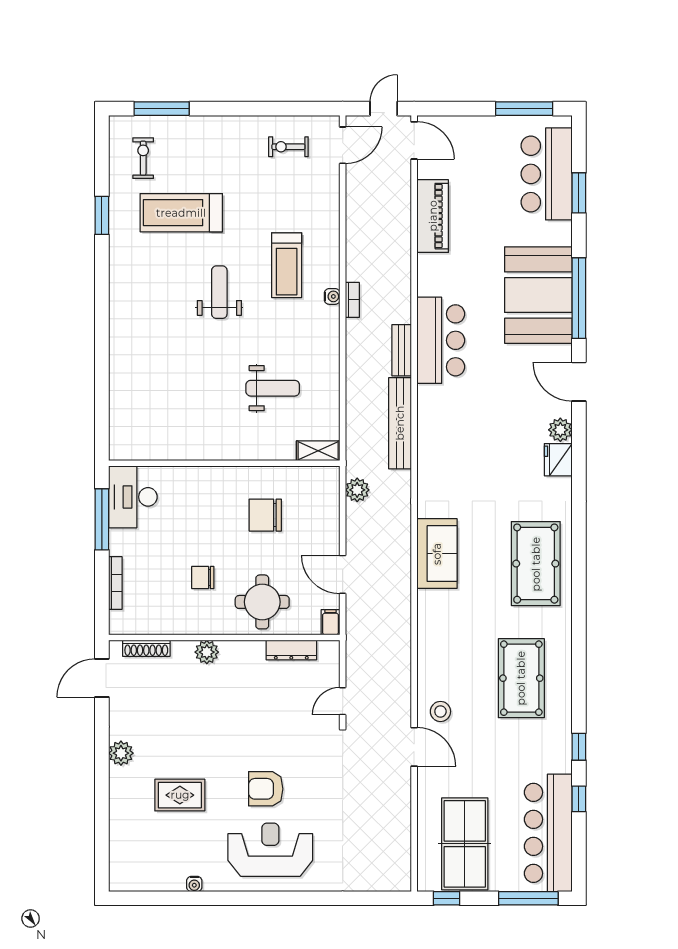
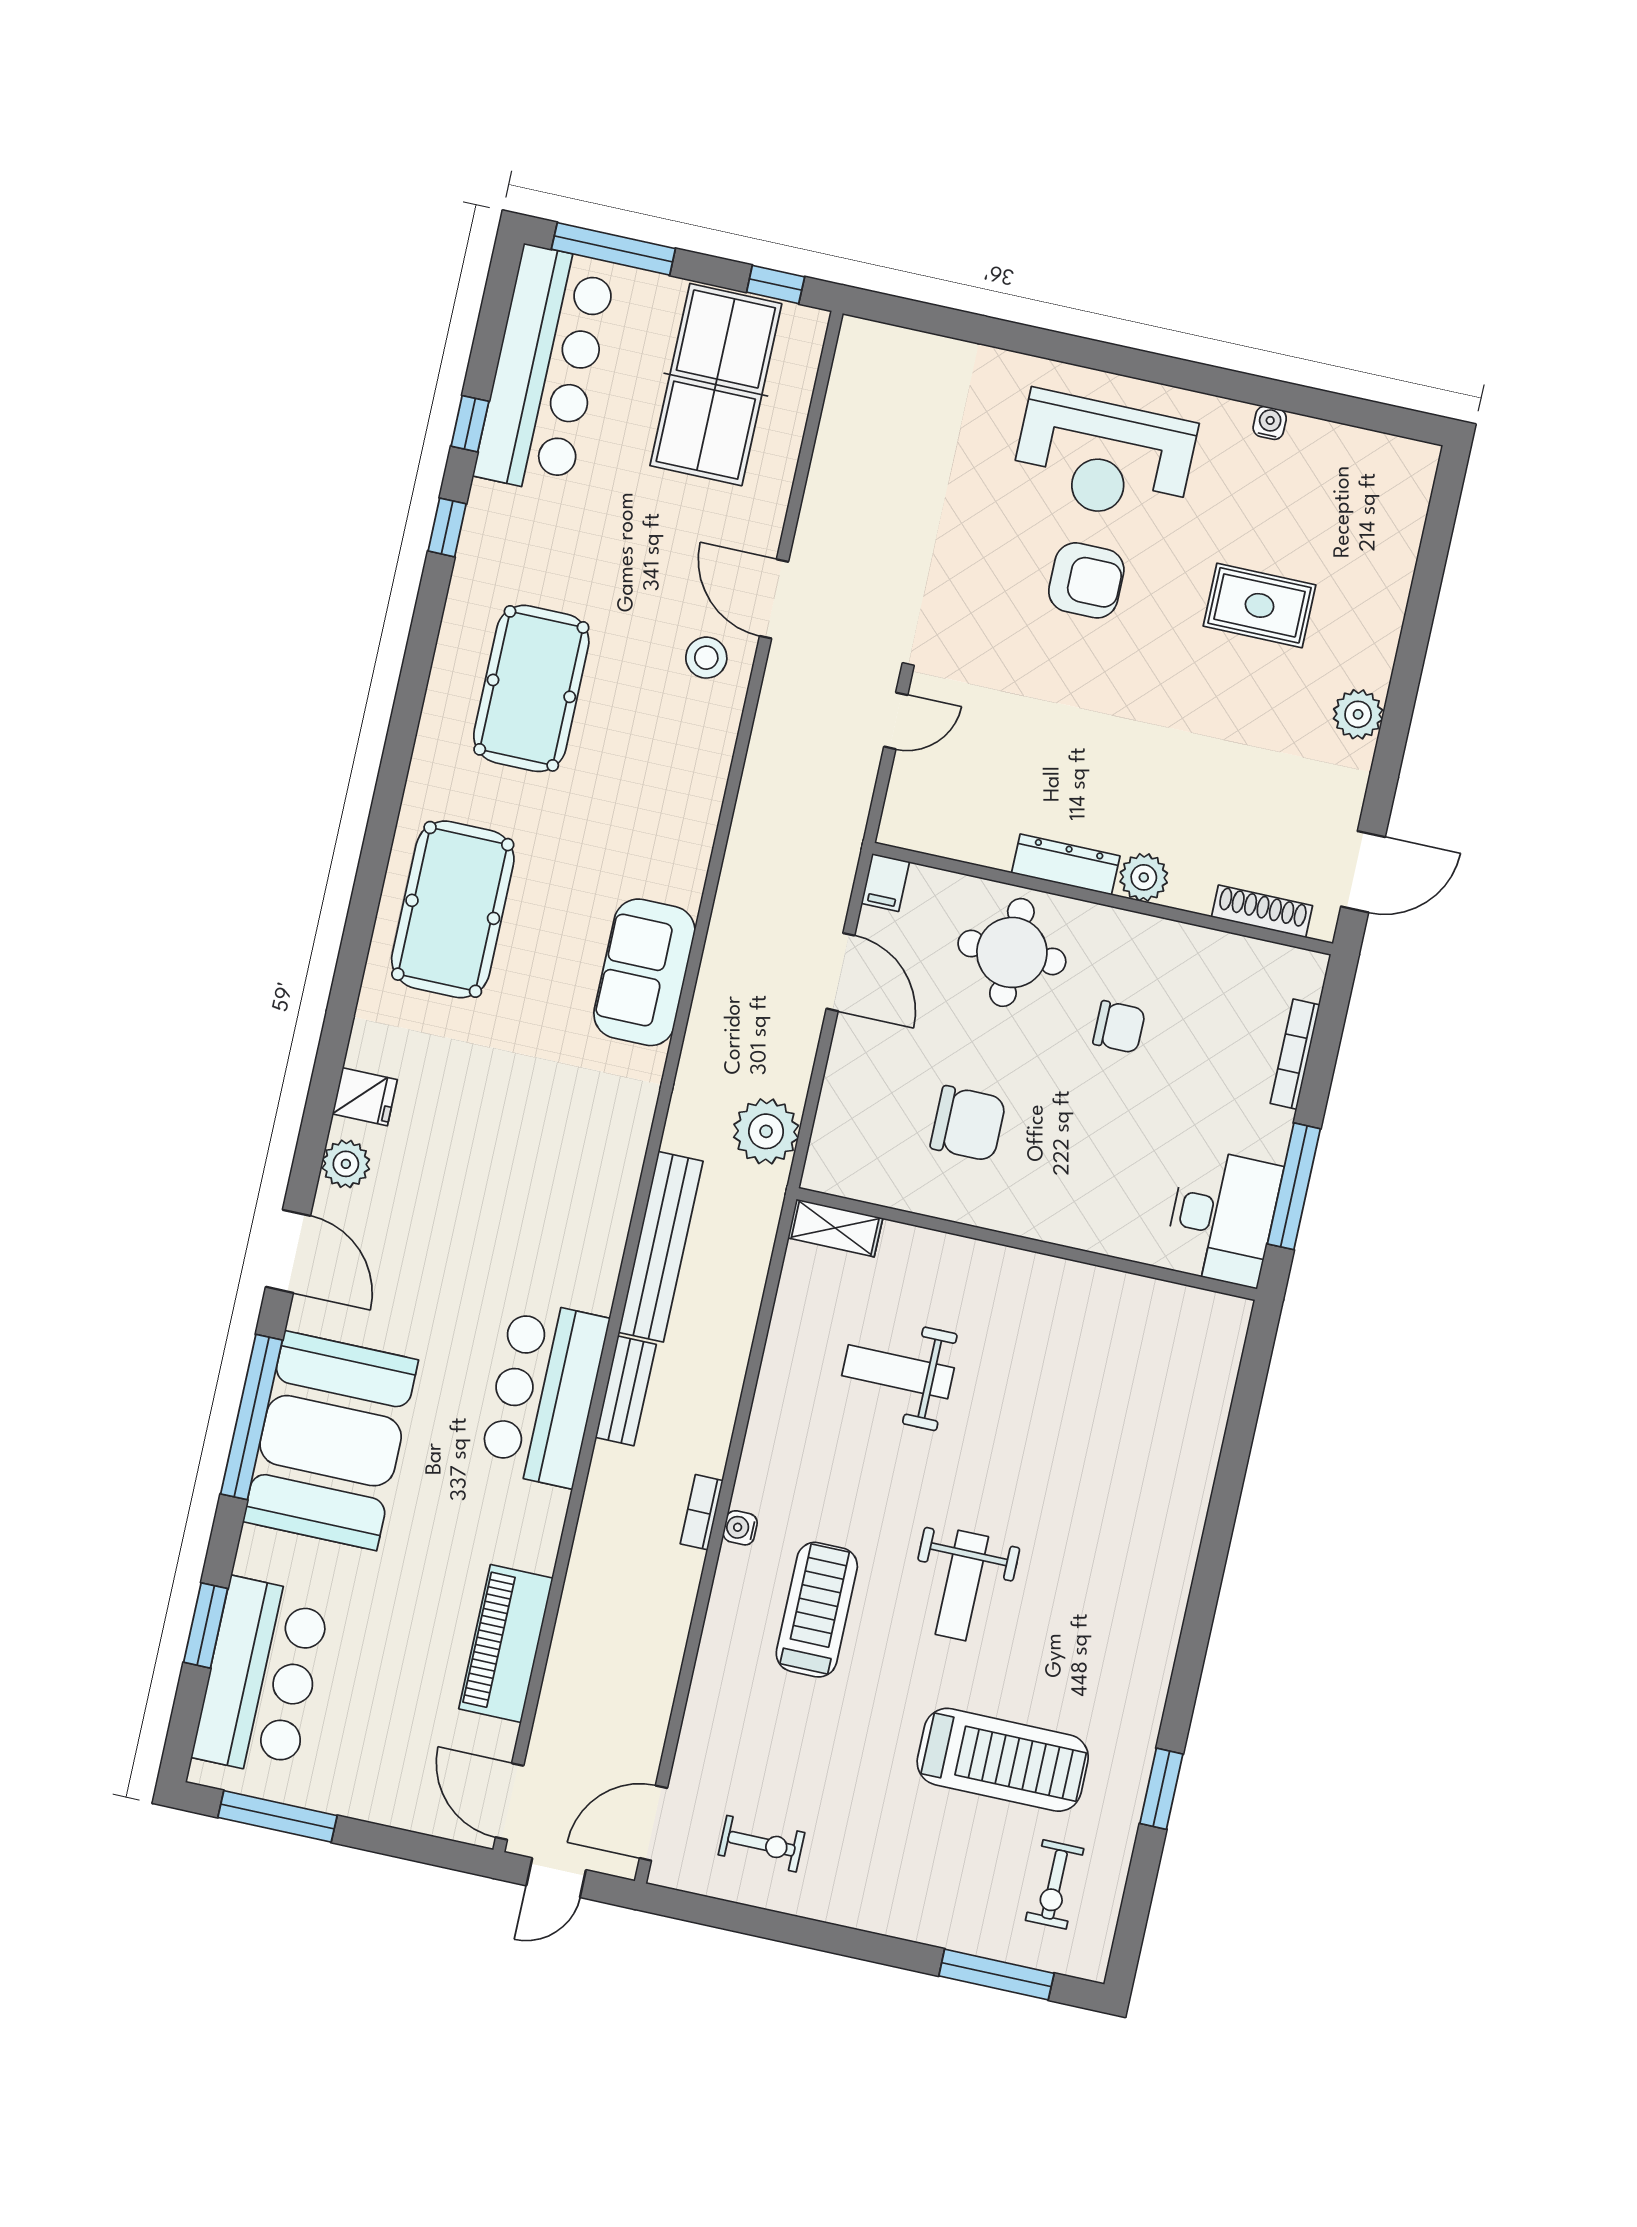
fridge: (558, 460) -> (365, 1097), width x0.72
plant: (357, 490) -> (766, 1131), width x1.36, depth x1.36
dresser: (291, 650) -> (1066, 864), moved

